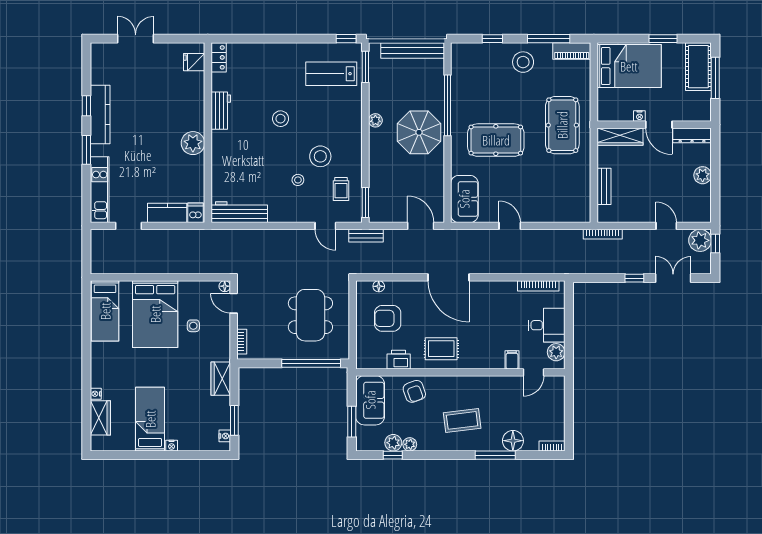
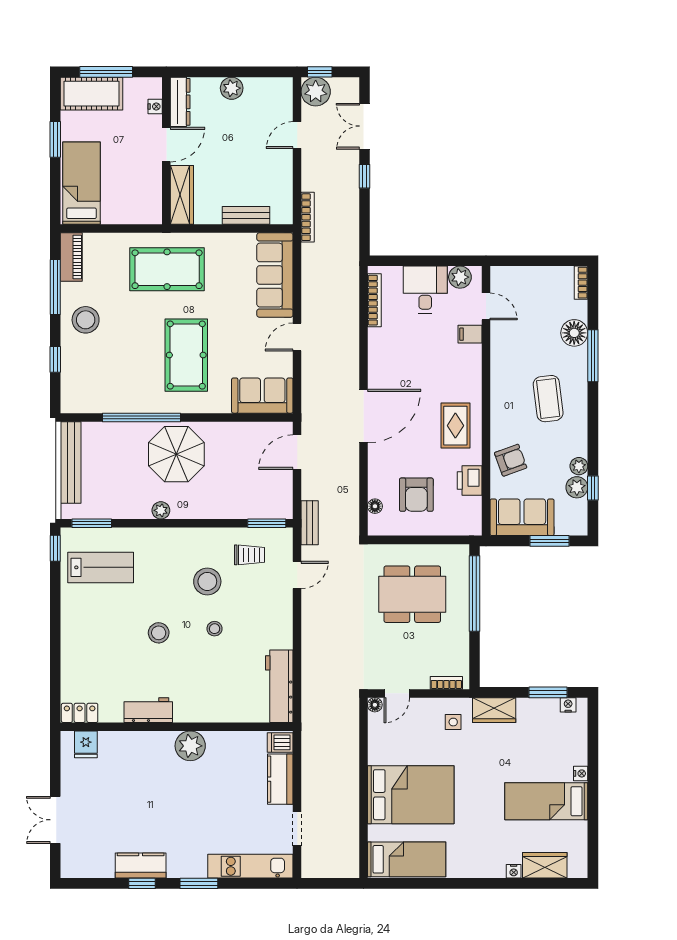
bed: (629, 66) -> (81, 183), width x0.67
lab bench: (331, 74) -> (101, 567), turned -90
kitchen counter: (100, 114) -> (141, 866), width x0.67
nightstand: (639, 116) -> (155, 106), moved
stool: (298, 180) -> (215, 629), moved
sofa: (558, 209) -> (275, 275), added
side table: (193, 326) -> (453, 722), moved

